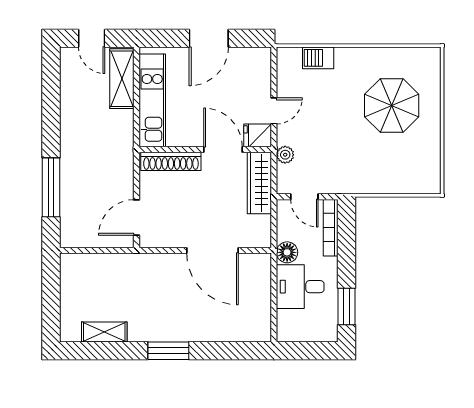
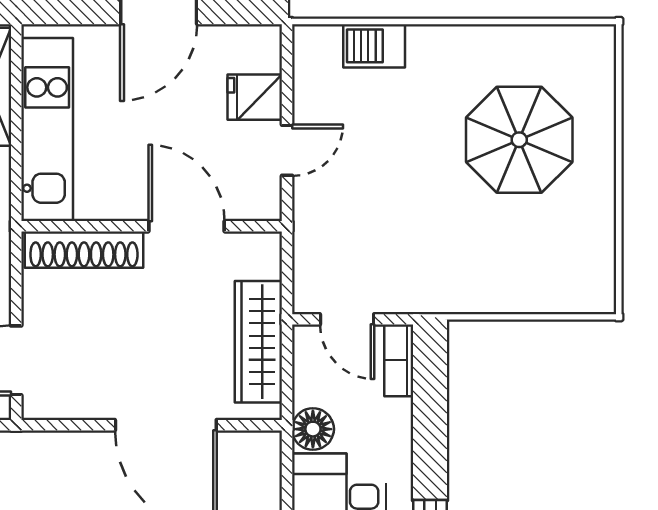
fridge: (258, 135) -> (255, 97), moved
plant: (285, 155) -> (309, 237), removed
wardrobe: (259, 183) -> (258, 342), moved
bookcase: (331, 228) -> (399, 360), width x0.64

